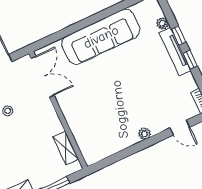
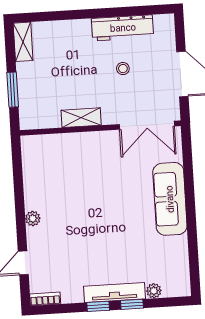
sofa: (101, 37) -> (170, 199), width x0.74, depth x0.79
shelving: (66, 148) -> (81, 118), moved

